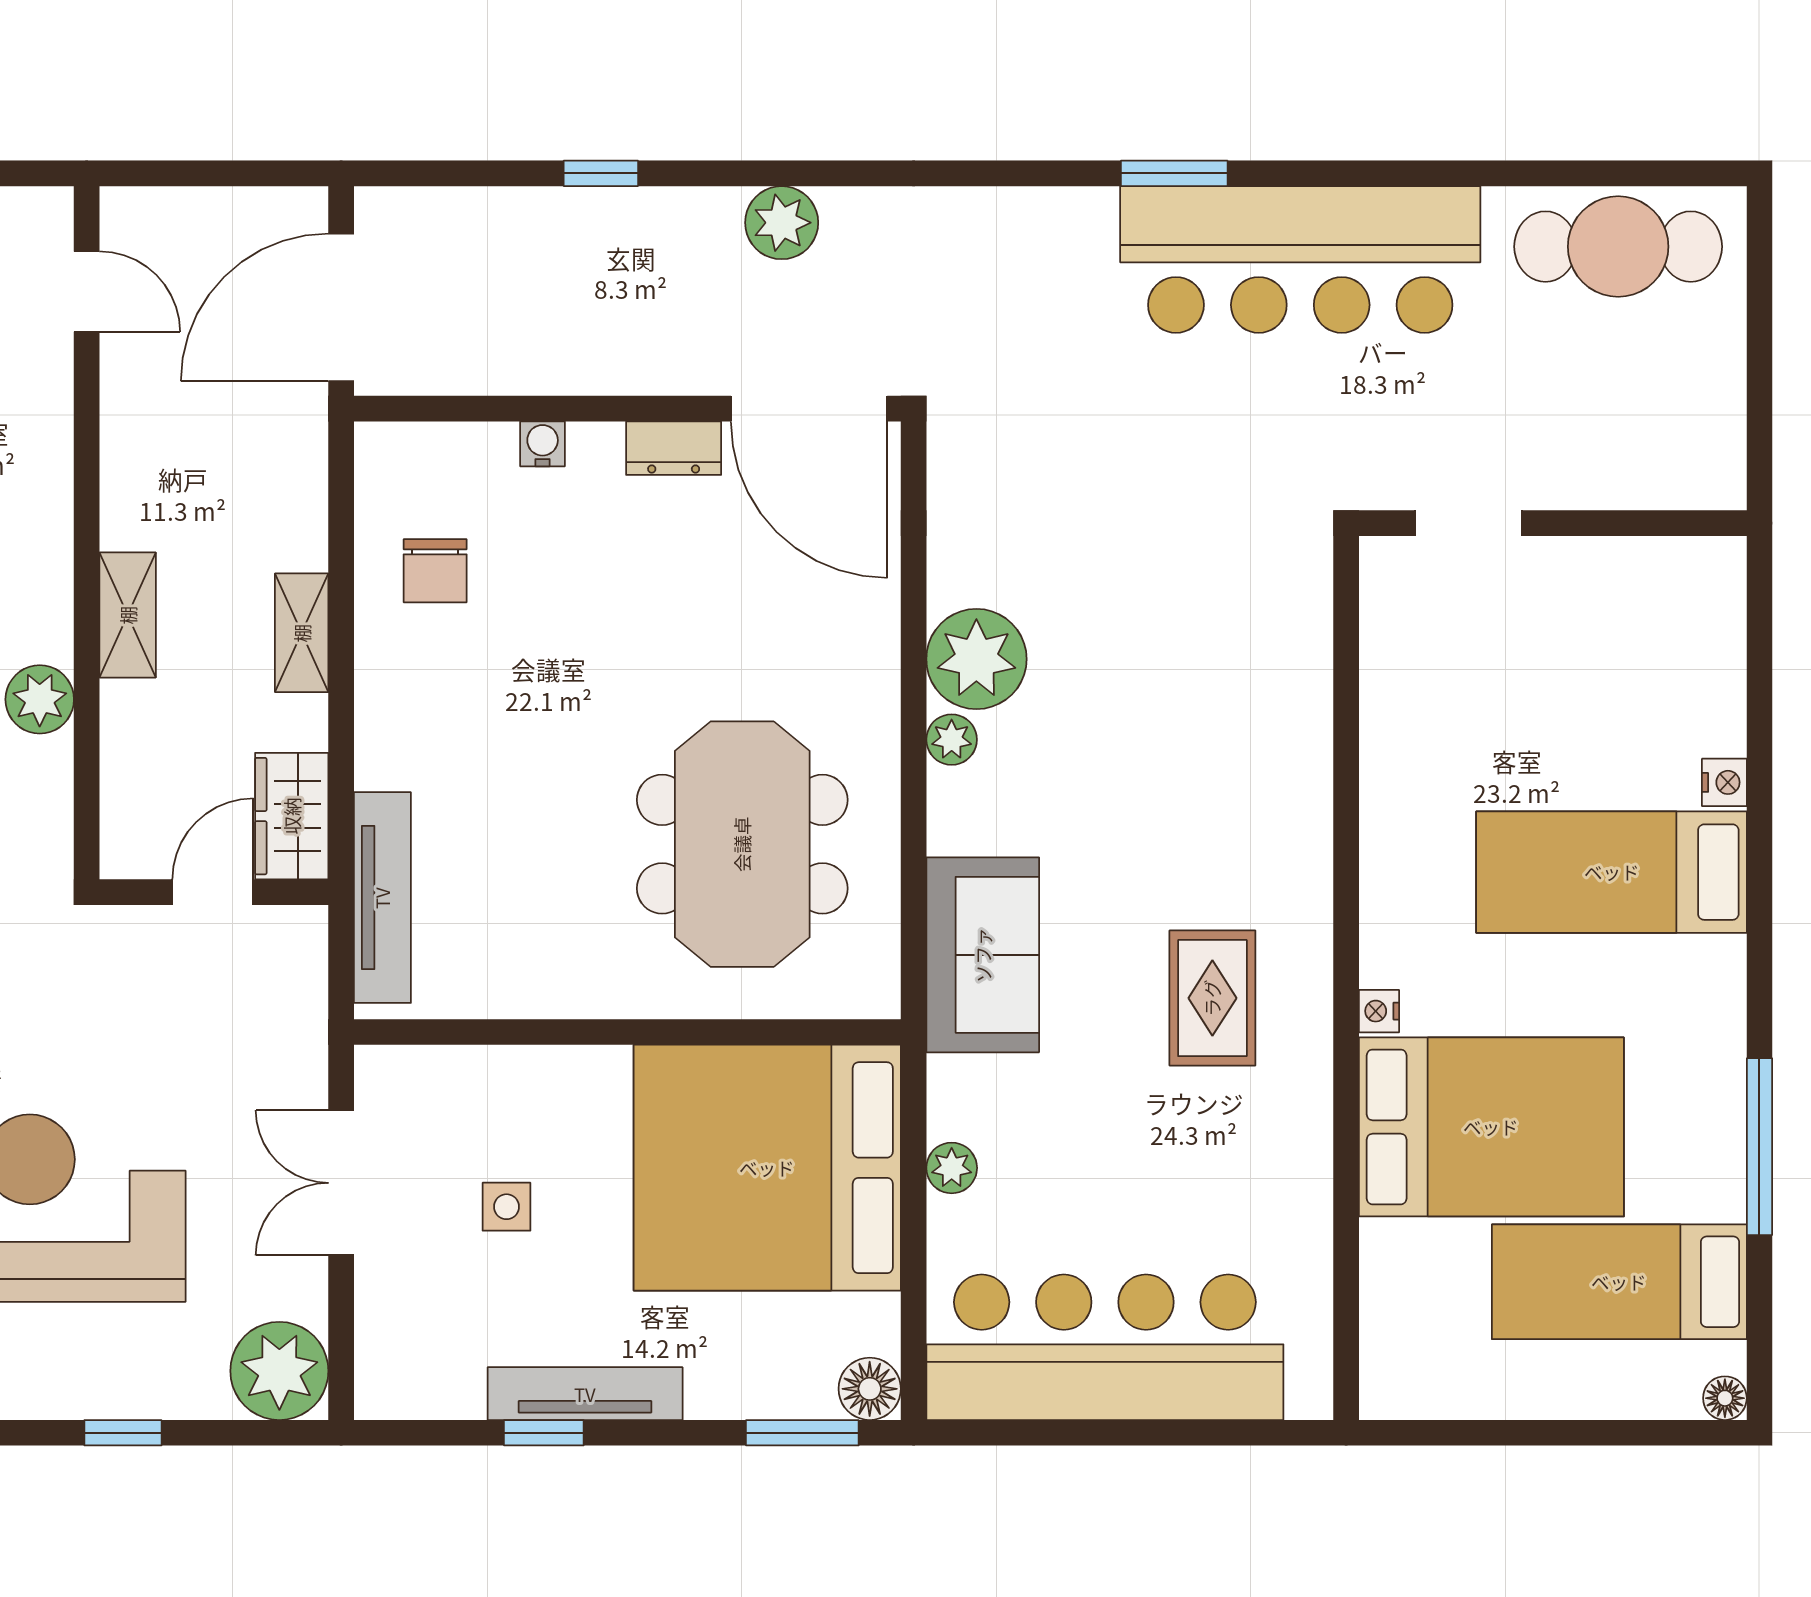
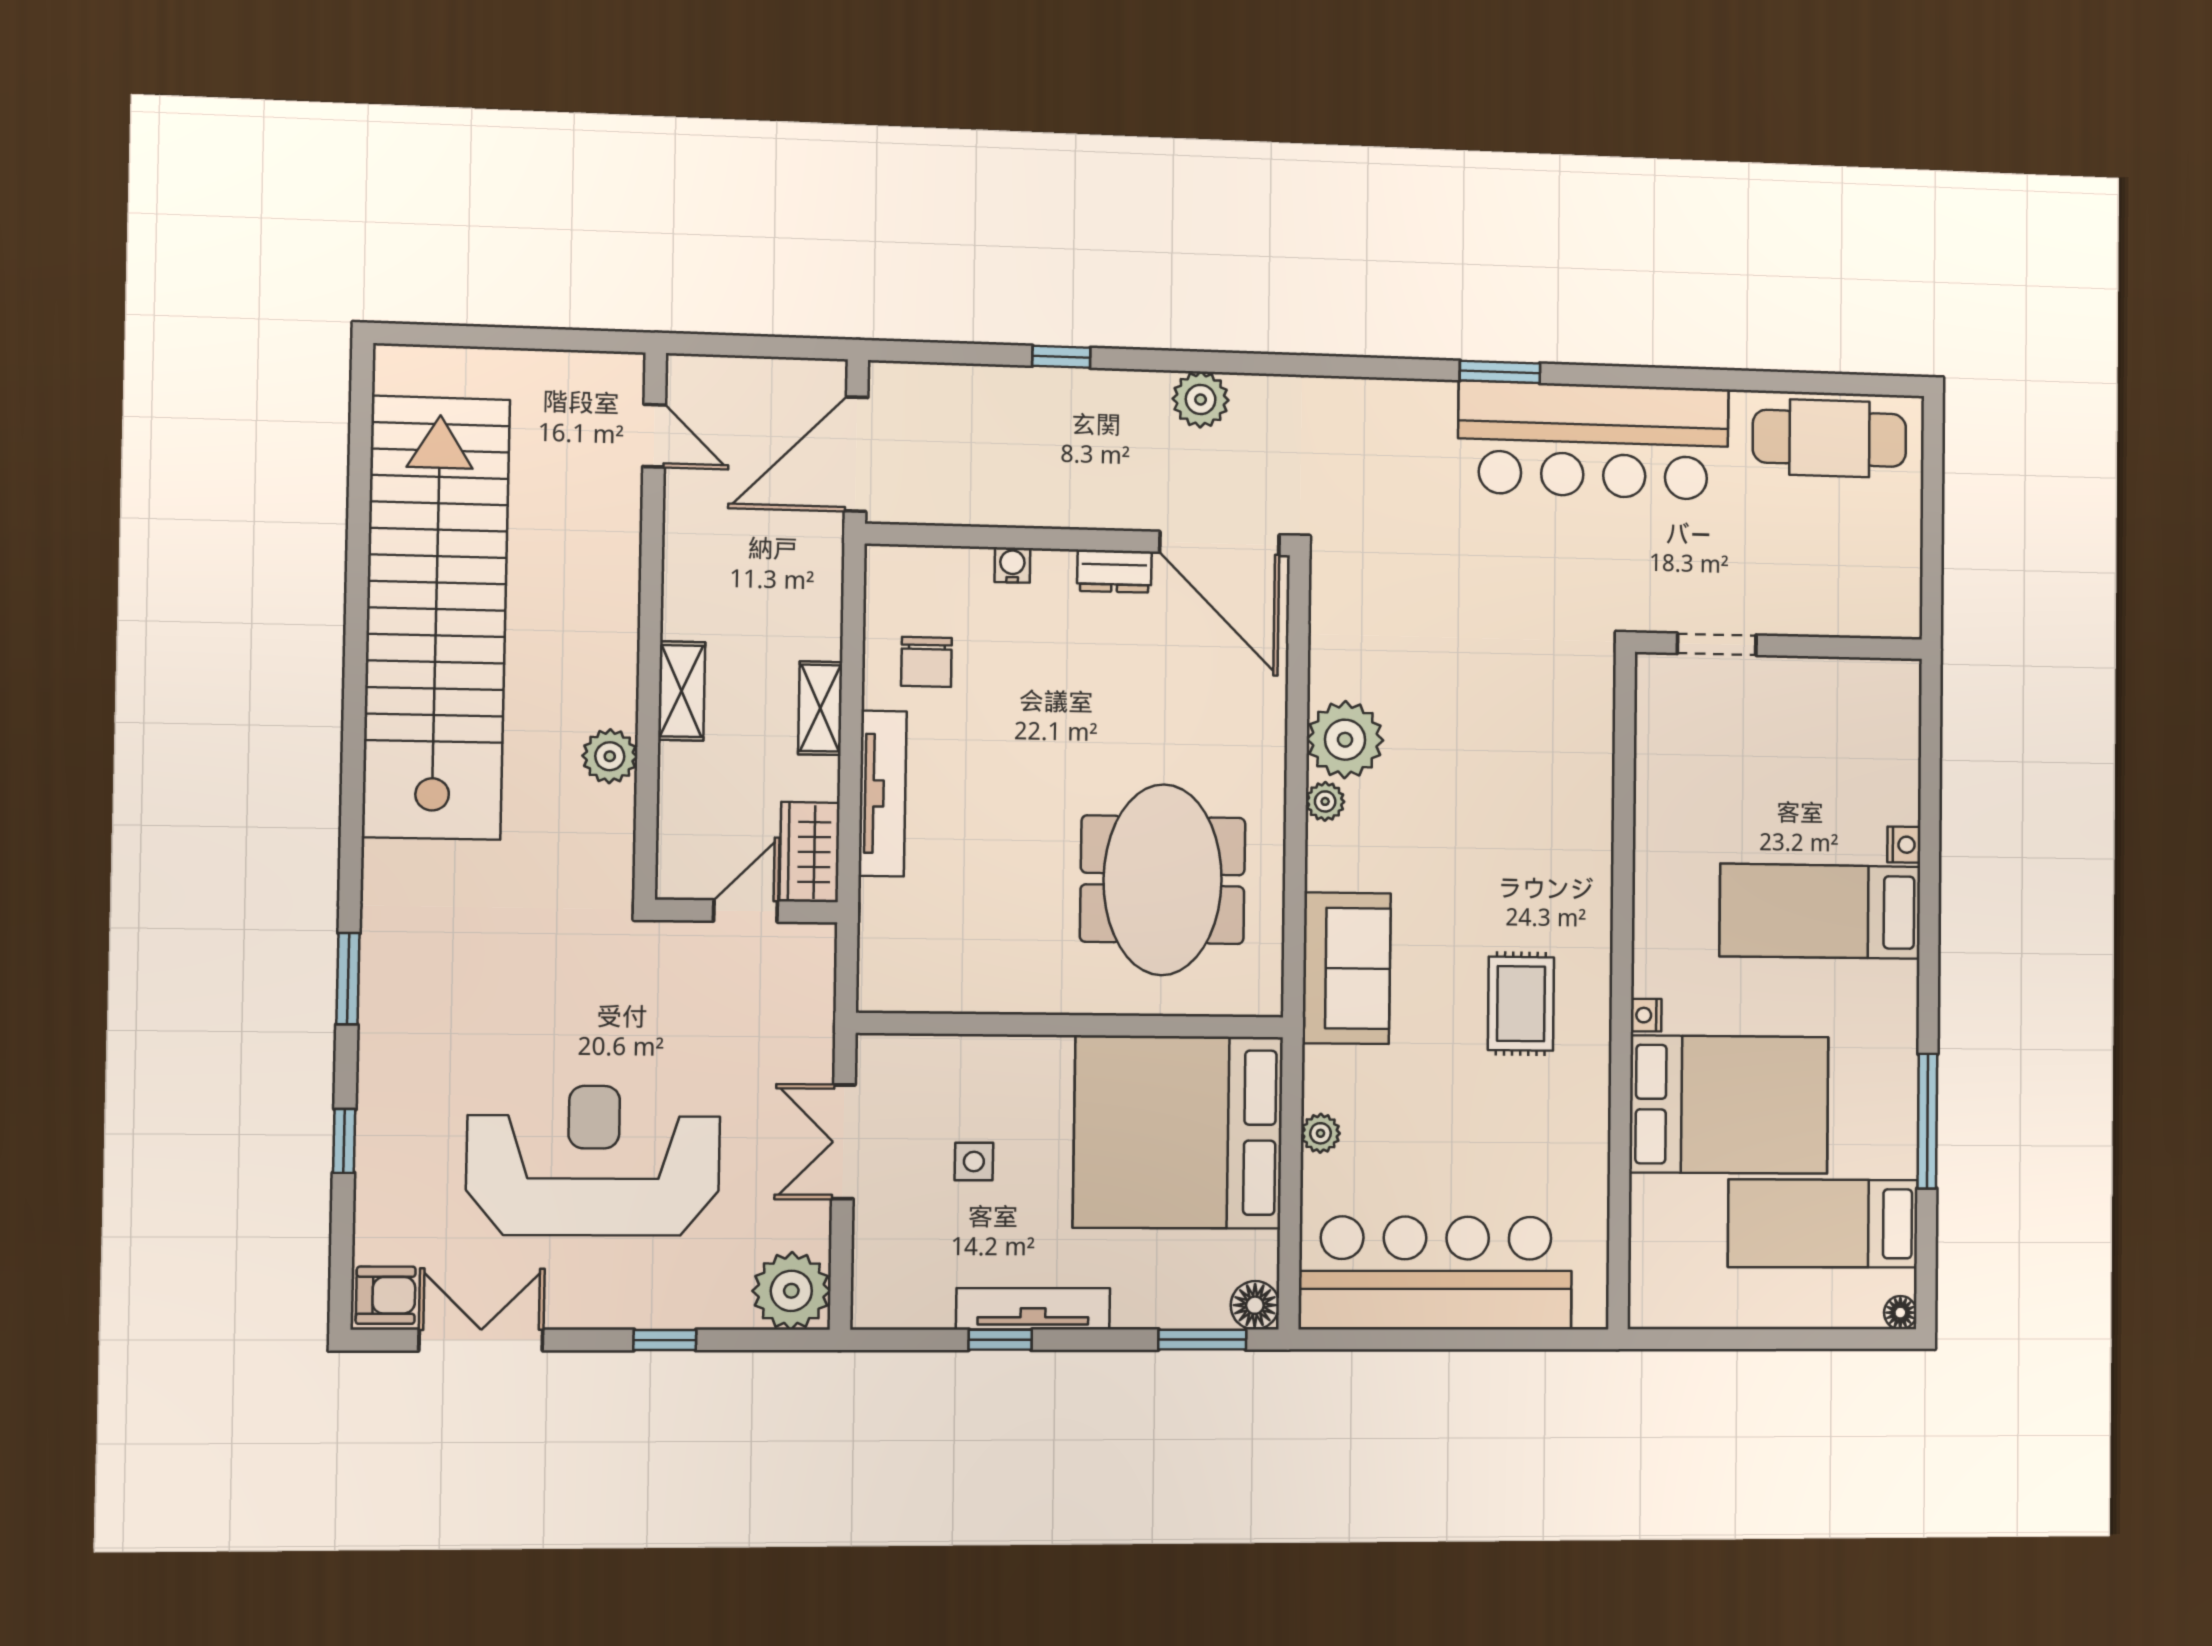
tv unit: (382, 898) -> (882, 793), moved

